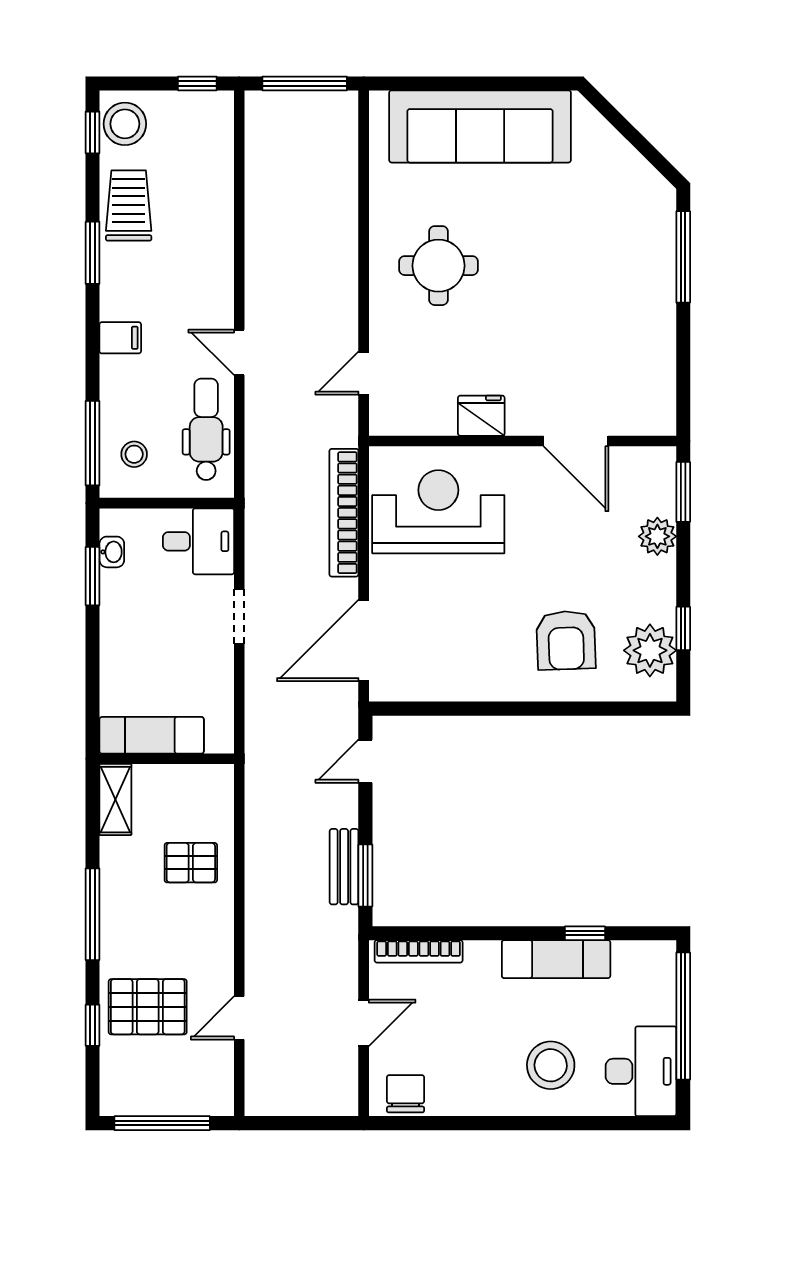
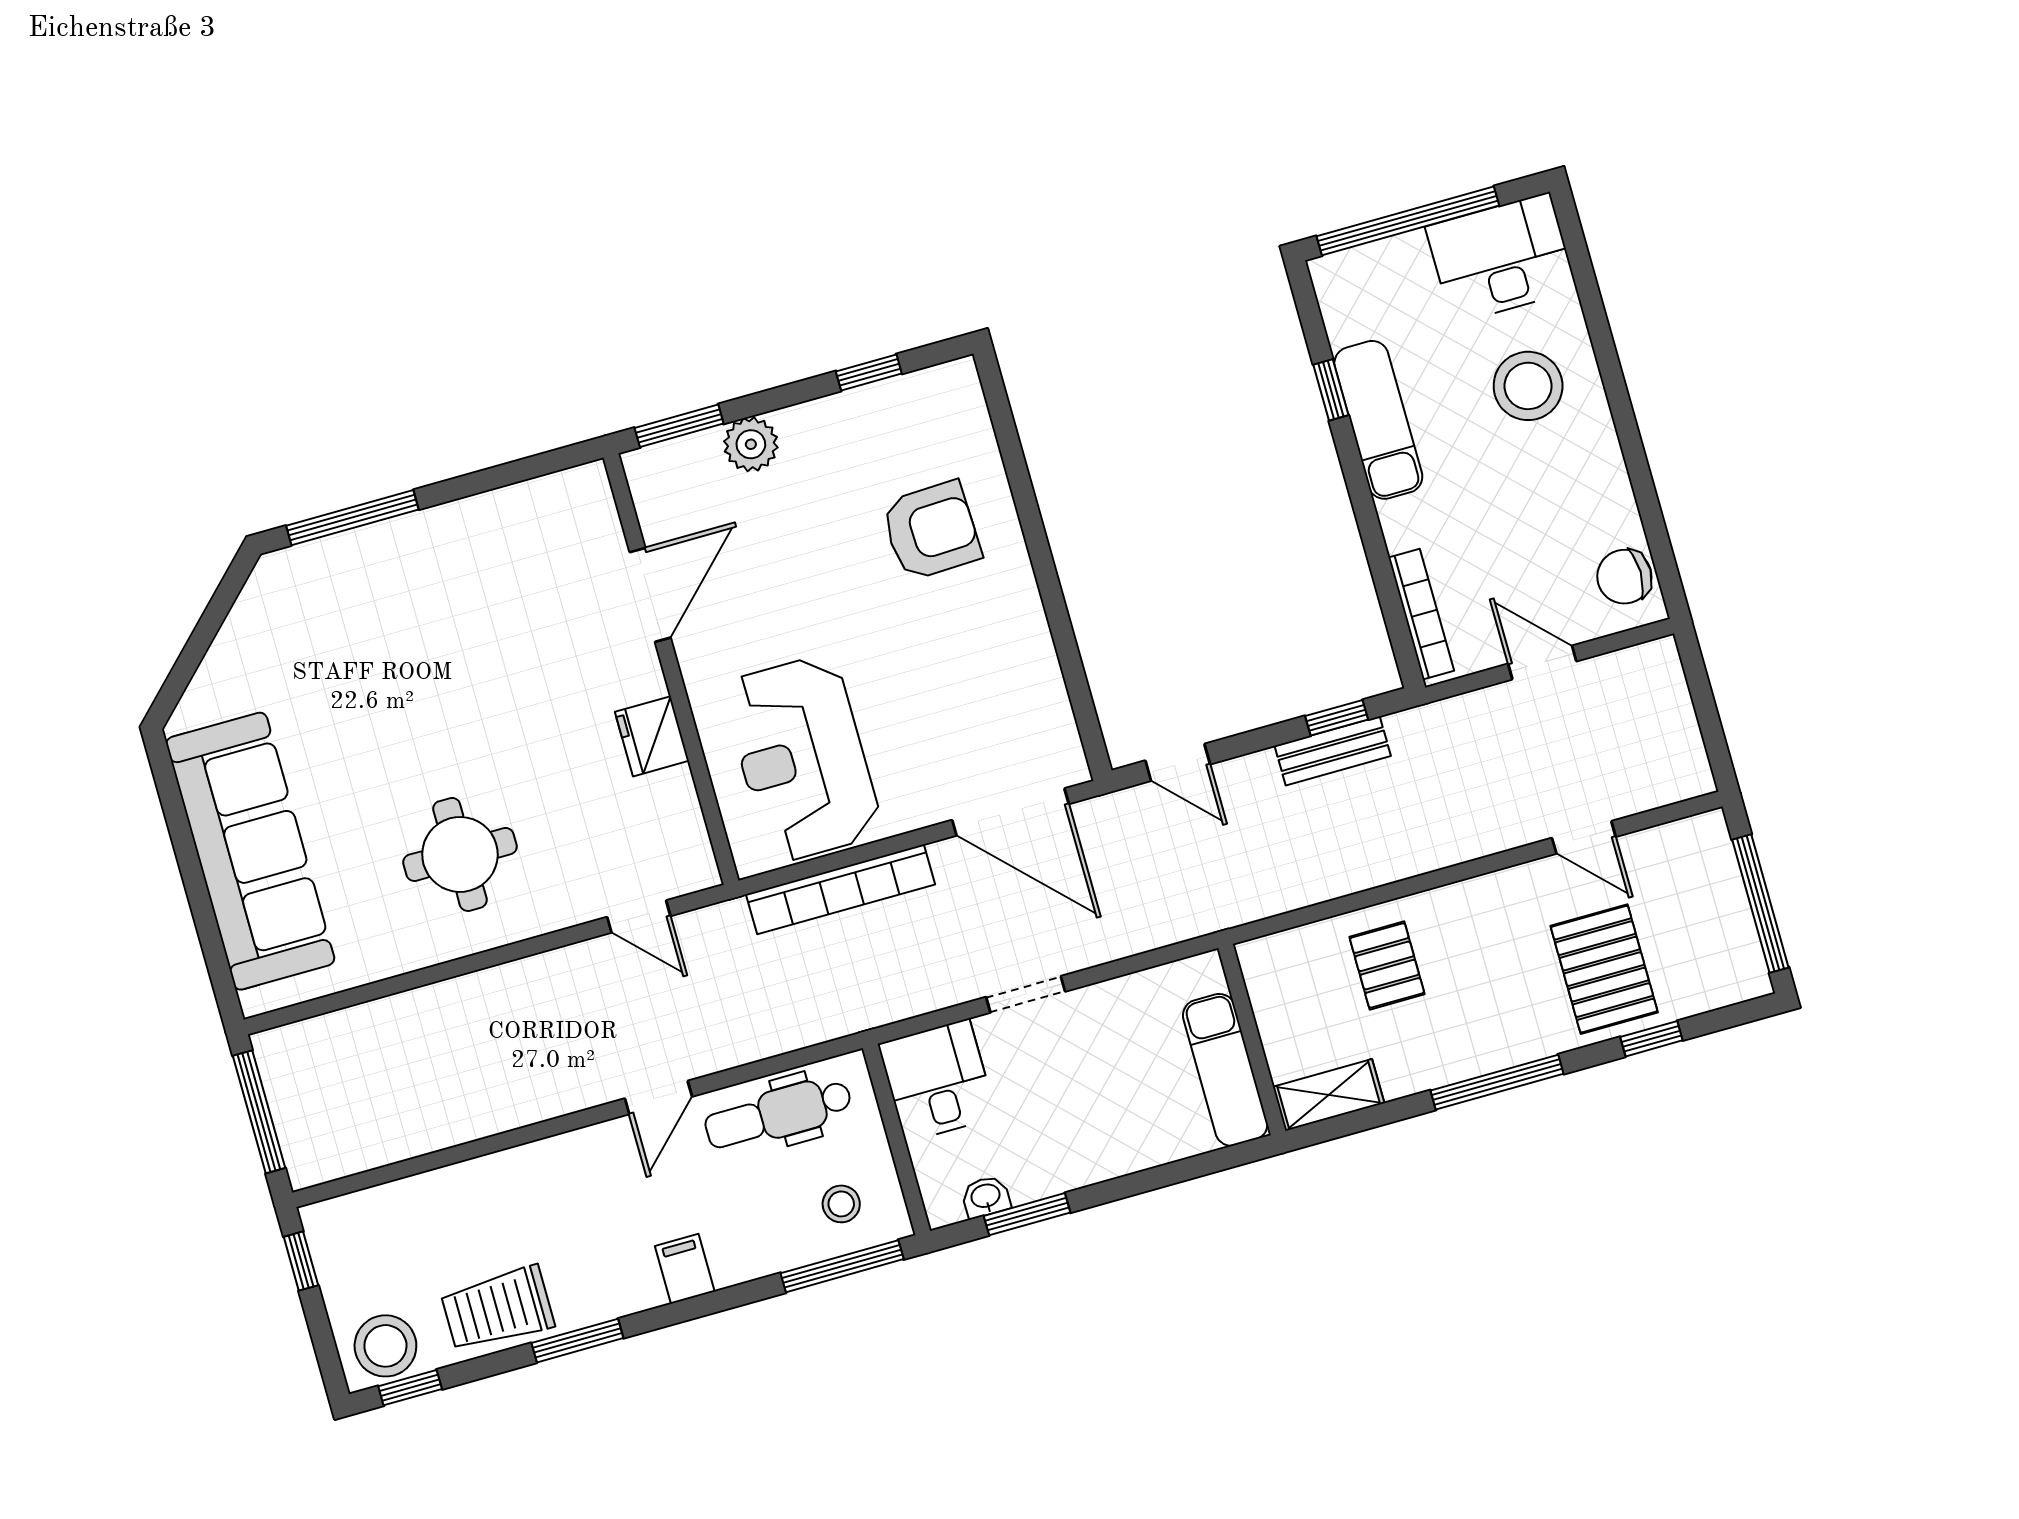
plant: (650, 650) -> (912, 410), removed
window: (365, 875) -> (1337, 718), width x0.67

